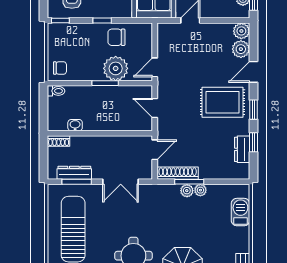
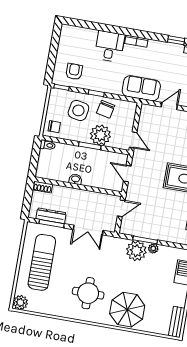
chair: (116, 37) -> (106, 109), turned -78
side table: (85, 44) -> (78, 110), added
door: (155, 67) -> (133, 140), swing flipped
washbasin: (75, 125) -> (75, 179), moved
shoe rack: (178, 173) -> (137, 231), removed
plant: (187, 191) -> (136, 251), width x1.88, depth x1.88

